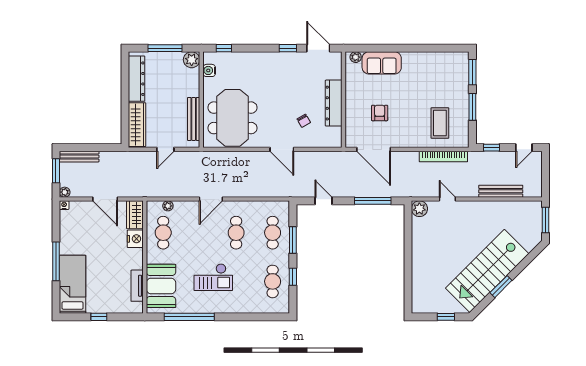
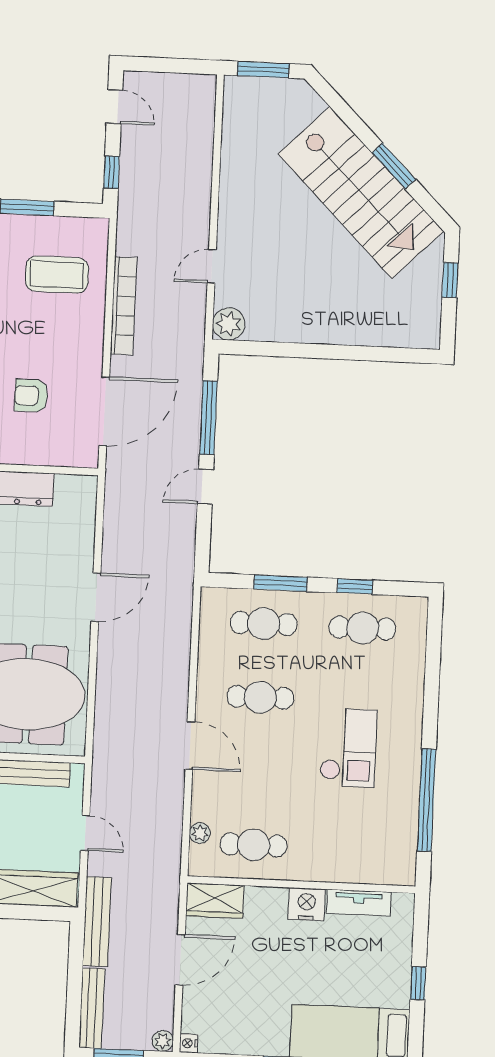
chair: (304, 121) -> (40, 550), removed
bookcase: (443, 156) -> (124, 306), moved
bench: (501, 191) -> (97, 922), moved
door: (323, 201) -> (205, 487), moved
nightstand: (135, 239) -> (307, 904), moved
booth: (161, 286) -> (361, 854), removed

